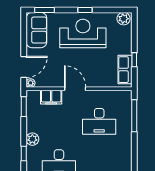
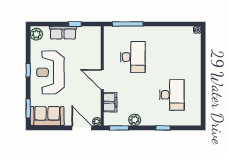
row of seats: (125, 70) -> (63, 33), moved
door: (75, 89) -> (102, 80), hinge flipped
plant: (32, 139) -> (135, 120), moved

